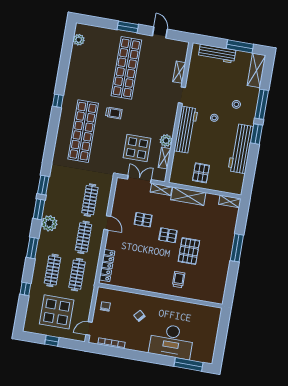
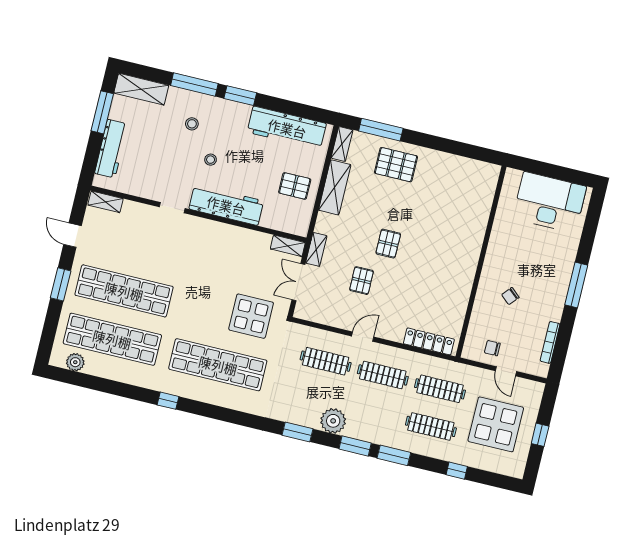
door: (160, 33) -> (73, 235), hinge flipped
shop shelf: (95, 62) -> (112, 339), added
shelving: (179, 72) -> (105, 202), moved
trolley: (114, 113) -> (193, 315), removed
plant: (166, 141) -> (241, 237), removed
display table: (137, 148) -> (251, 316), moved
workbench: (241, 149) -> (287, 128), moved
shelving: (164, 158) -> (288, 246), moved
shelving: (188, 196) -> (335, 187), moved
window: (39, 209) -> (355, 446), moved
plant: (49, 223) -> (333, 421), moved
window: (237, 248) -> (381, 130), moved
pallet: (189, 251) -> (396, 165), moved
trolley: (179, 280) -> (458, 232), removed
door: (89, 328) -> (506, 371), moved
desk: (171, 341) -> (550, 202), moved, turned -90
window: (189, 364) -> (576, 285), moved

